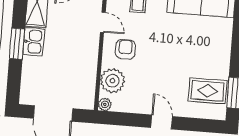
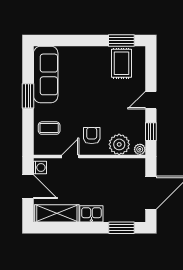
window: (17, 44) -> (121, 228), moved
armchair: (125, 49) -> (92, 136), turned 90
window: (125, 119) -> (151, 132), added

